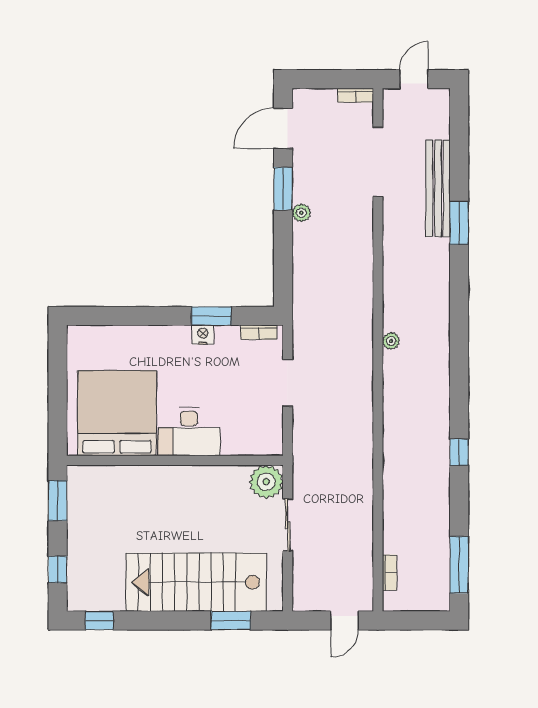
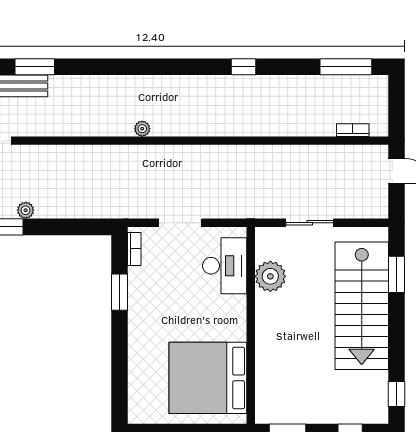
nightstand: (203, 335) -> (137, 300), removed
desk: (189, 432) -> (225, 266), moved
plant: (266, 482) -> (270, 276), moved

